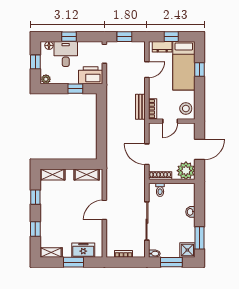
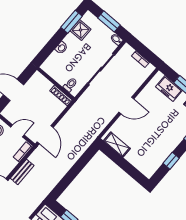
bench: (140, 107) -> (22, 172), moved
door: (147, 154) -> (45, 135), moved
plant: (186, 171) -> (38, 83), removed
shelving: (52, 174) -> (143, 167), removed
shower: (187, 250) -> (81, 30), moved

